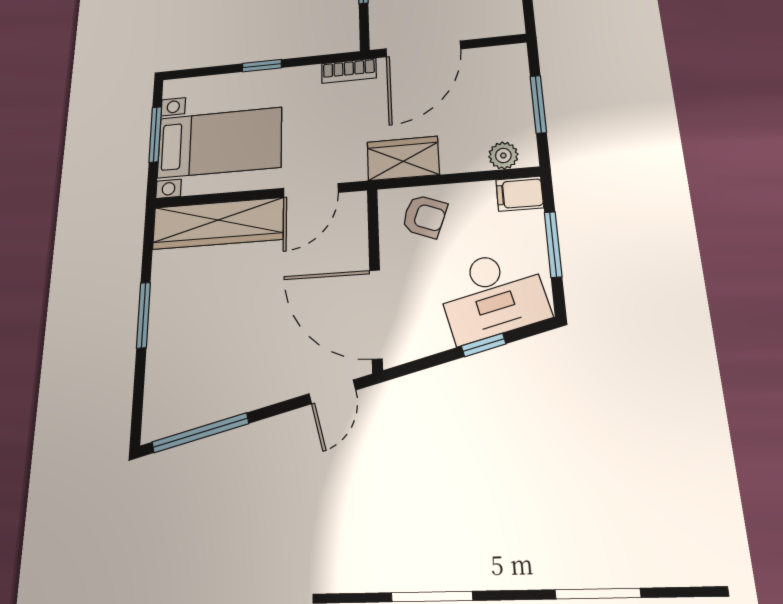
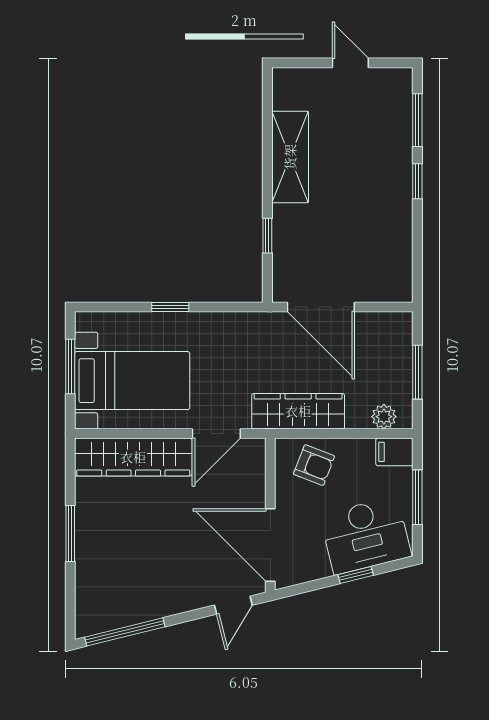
door: (423, 49) -> (321, 307), hinge flipped
bookcase: (349, 71) -> (252, 322), removed
wardrobe: (403, 158) -> (298, 411), width x1.50

